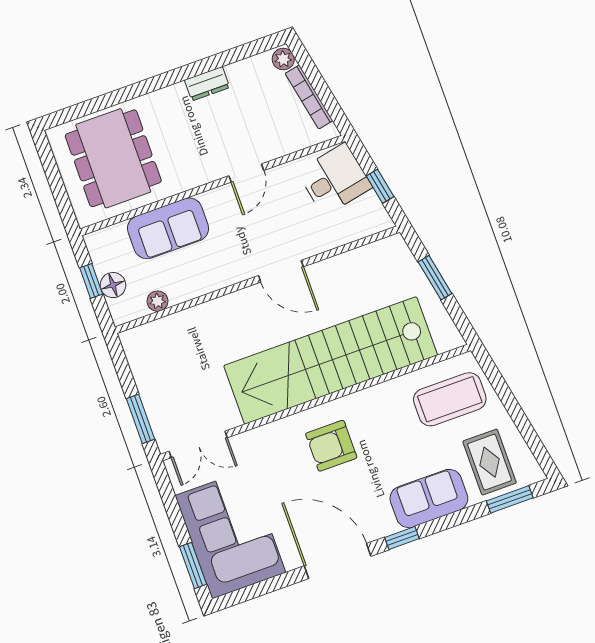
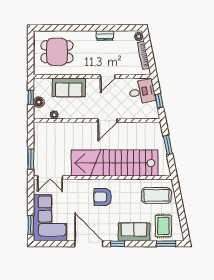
dining table: (113, 158) -> (57, 52), width x0.73
door: (281, 271) -> (108, 120), hinge flipped

